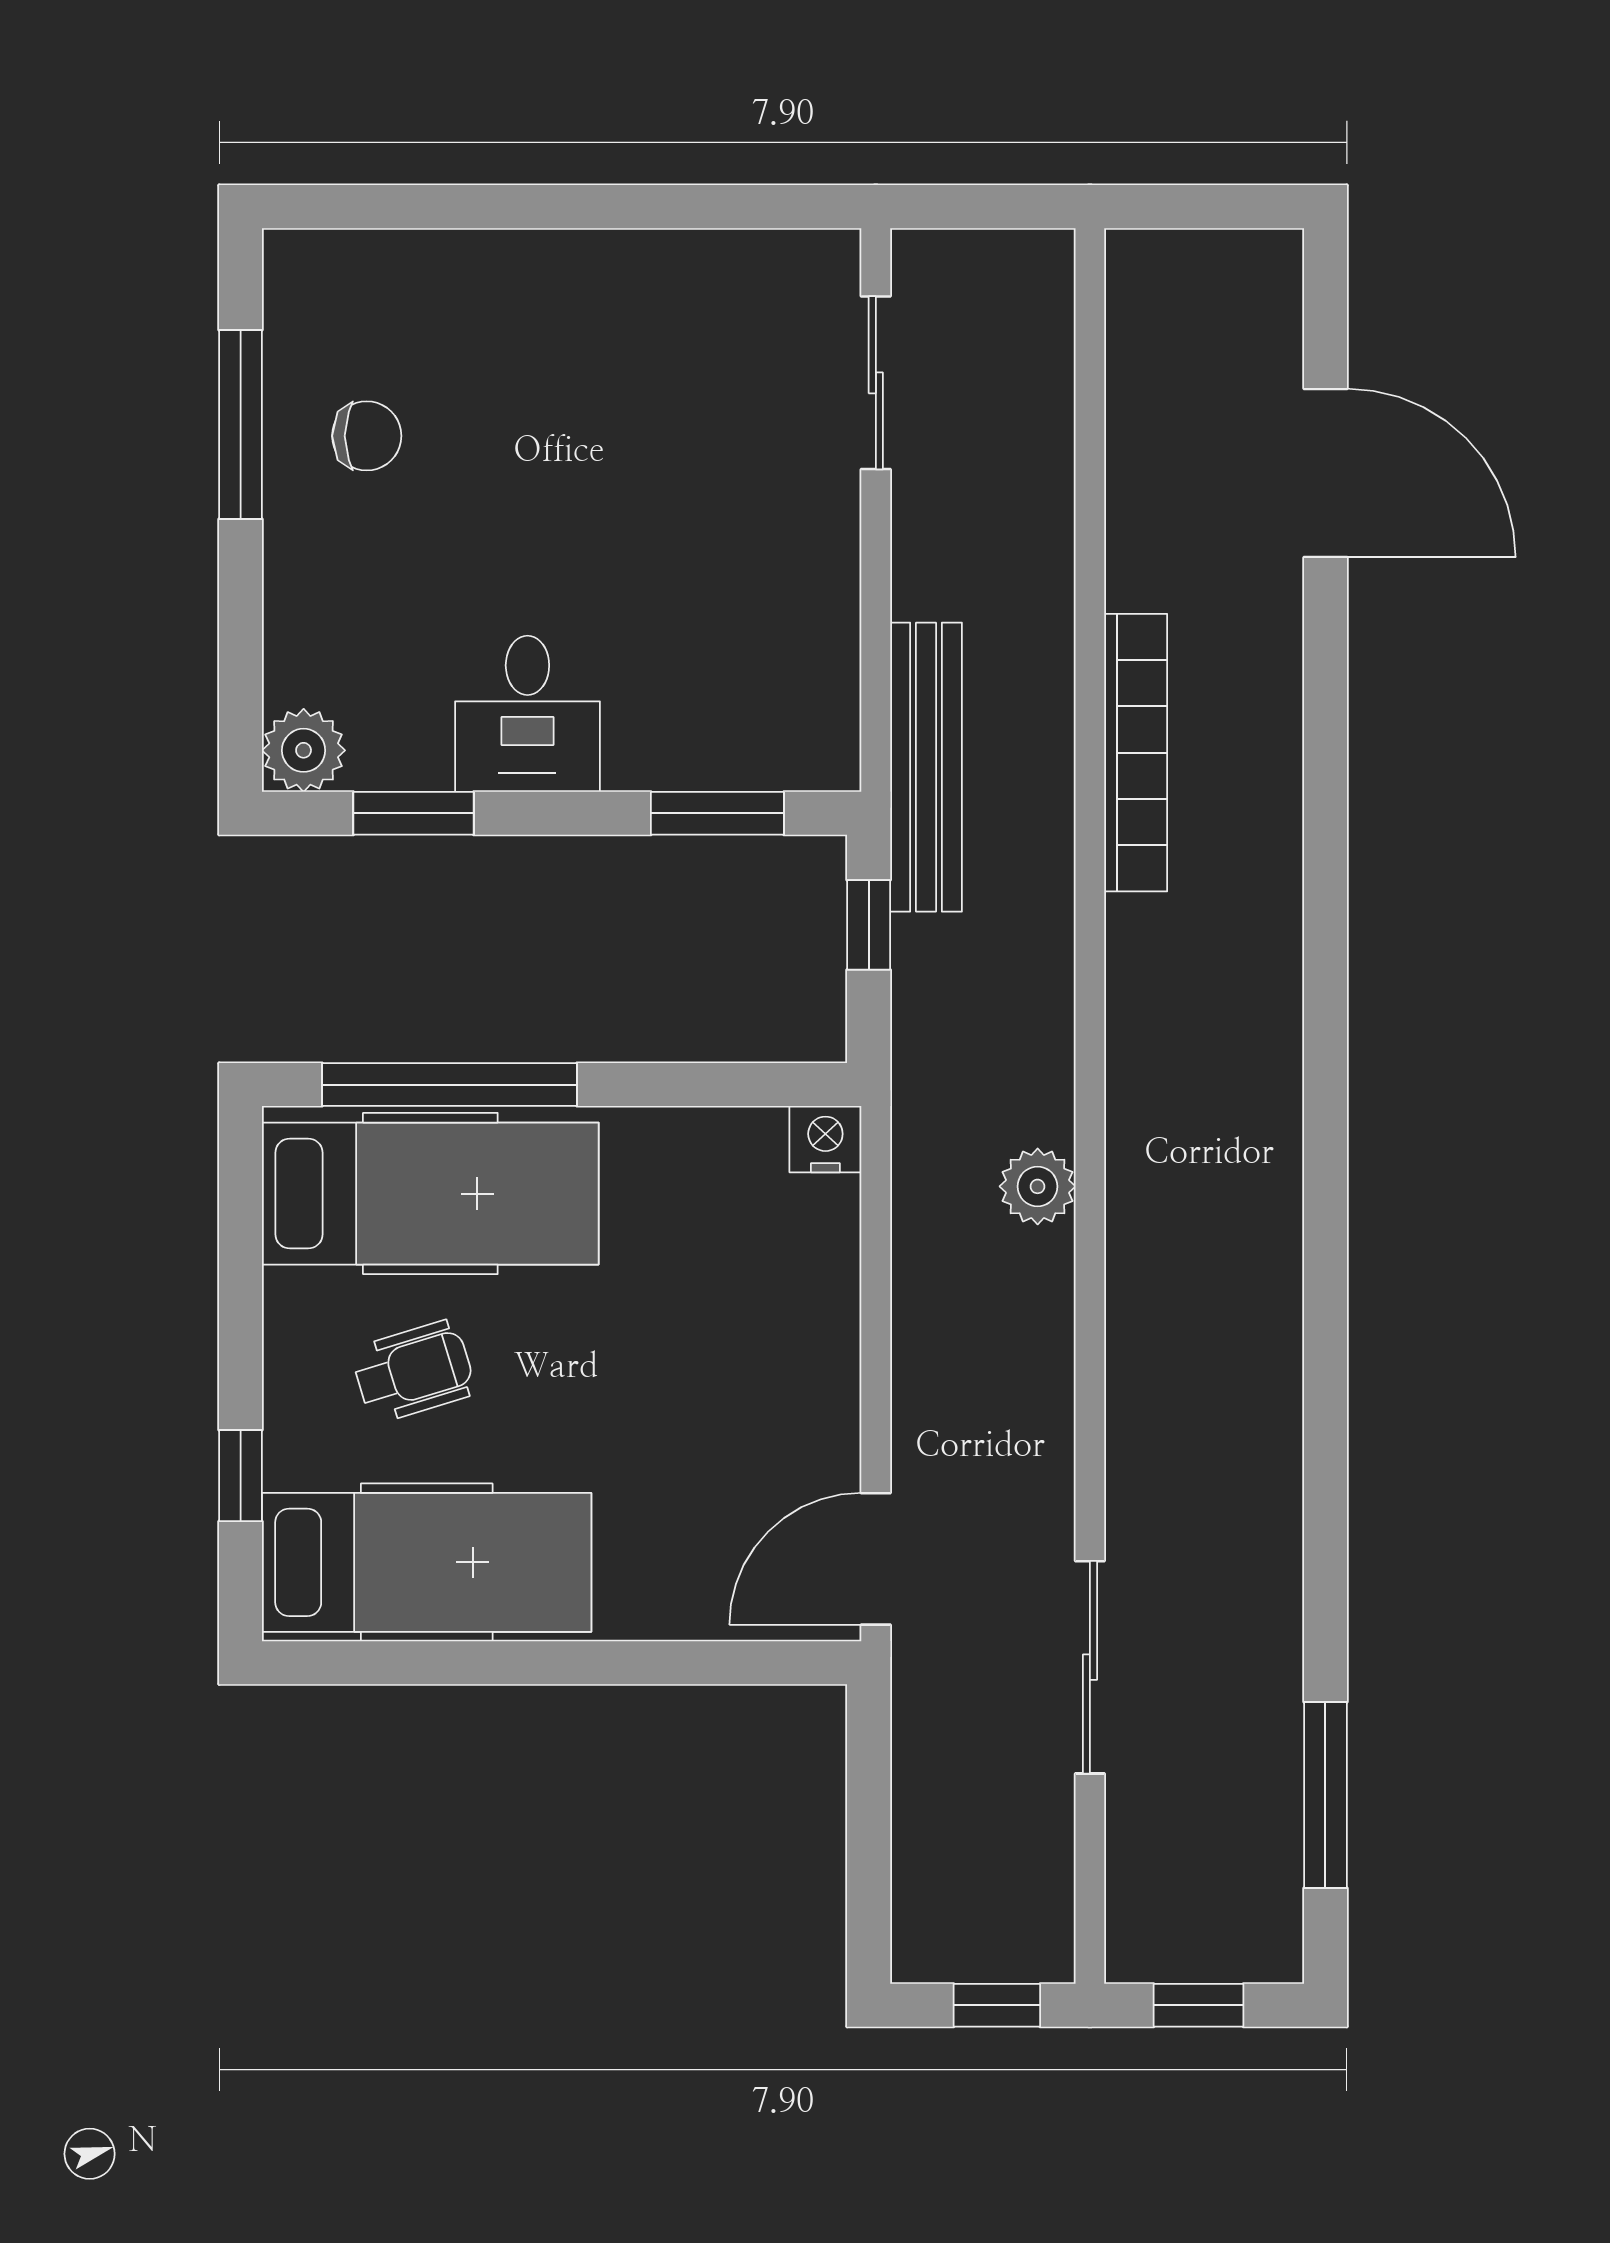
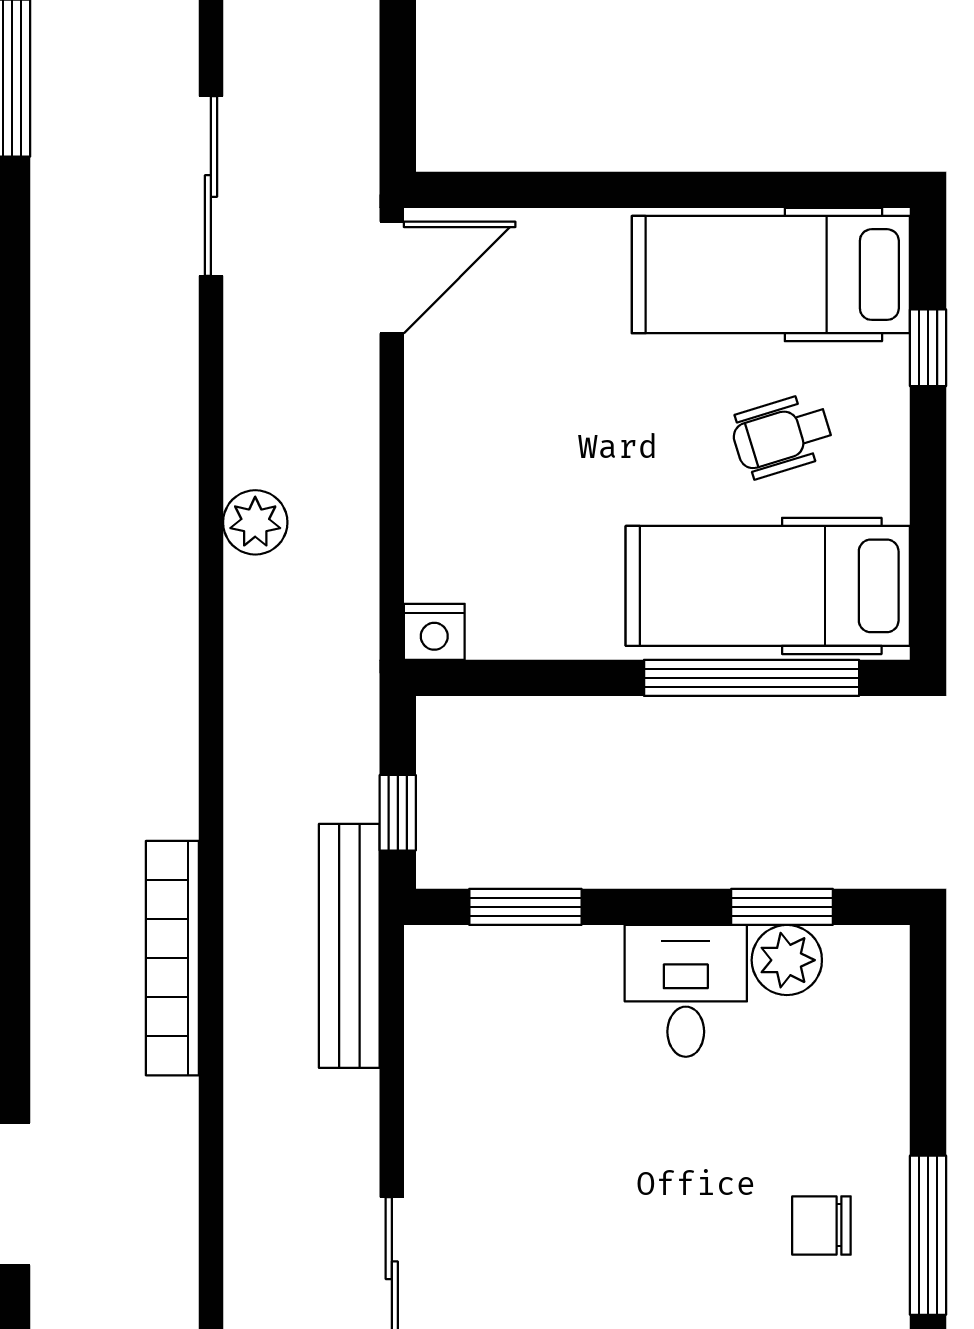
plant: (304, 750) -> (787, 960), moved
plant: (1038, 1186) -> (255, 522), moved

